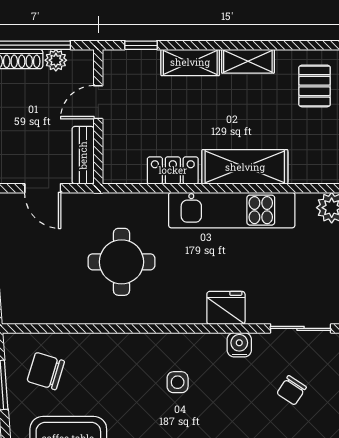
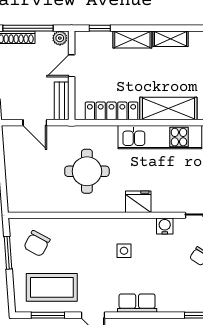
plant: (56, 60) -> (60, 38), moved
locker: (173, 170) -> (111, 111), width x1.53
fridge: (226, 308) -> (138, 202), moved
chair: (46, 371) -> (37, 243), turned -79

